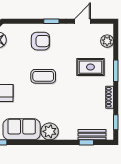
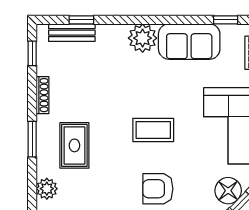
rug: (90, 67) -> (74, 145), turned 90

